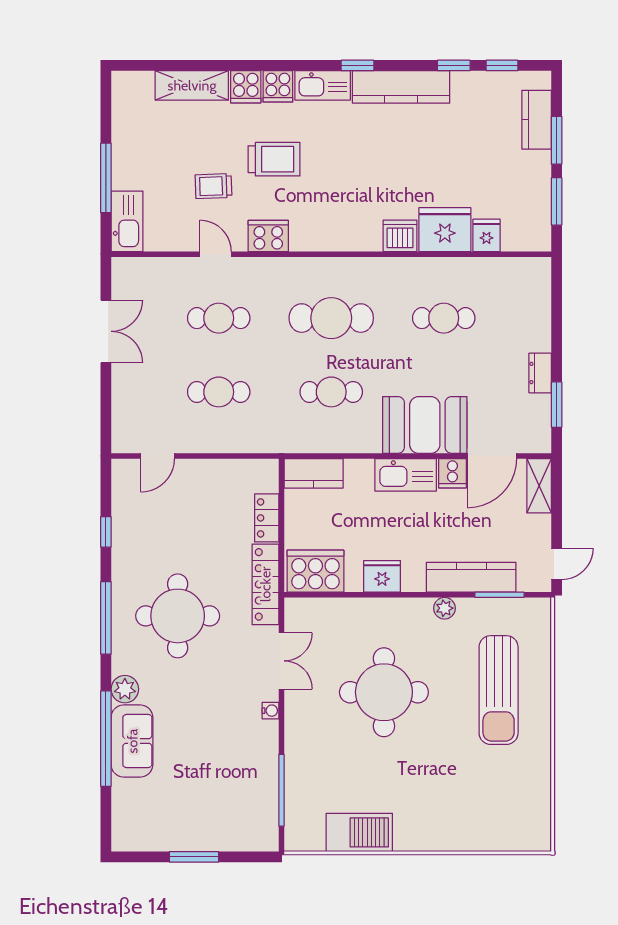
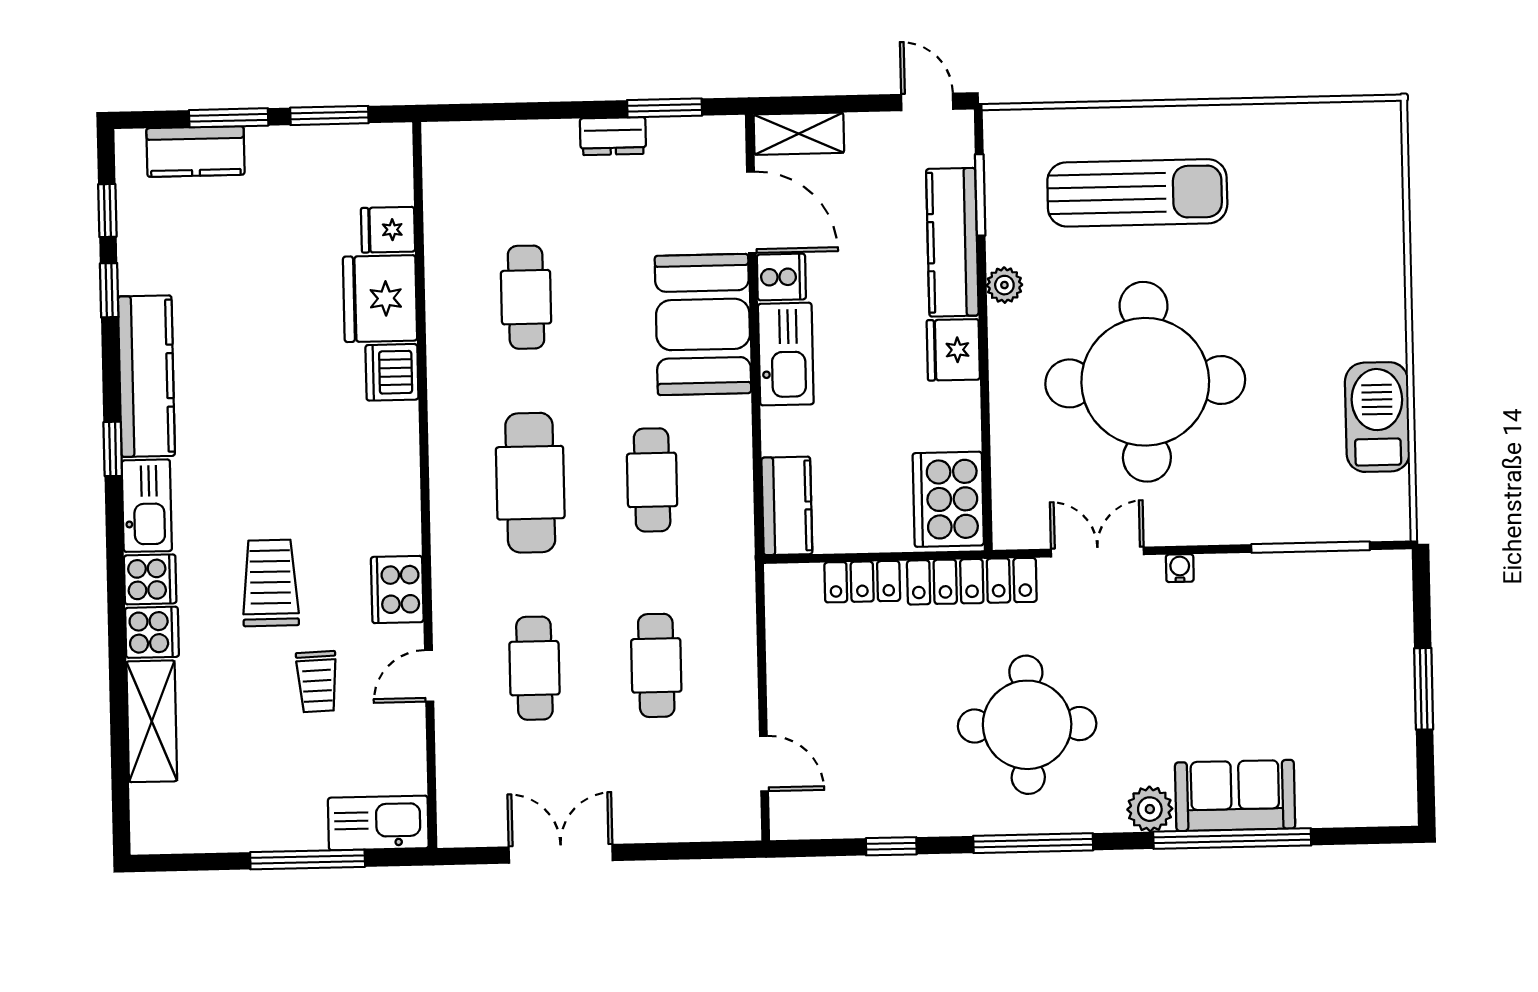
fridge: (382, 576) -> (953, 350), moved
round table: (384, 692) -> (1145, 382), width x1.36, depth x1.36

